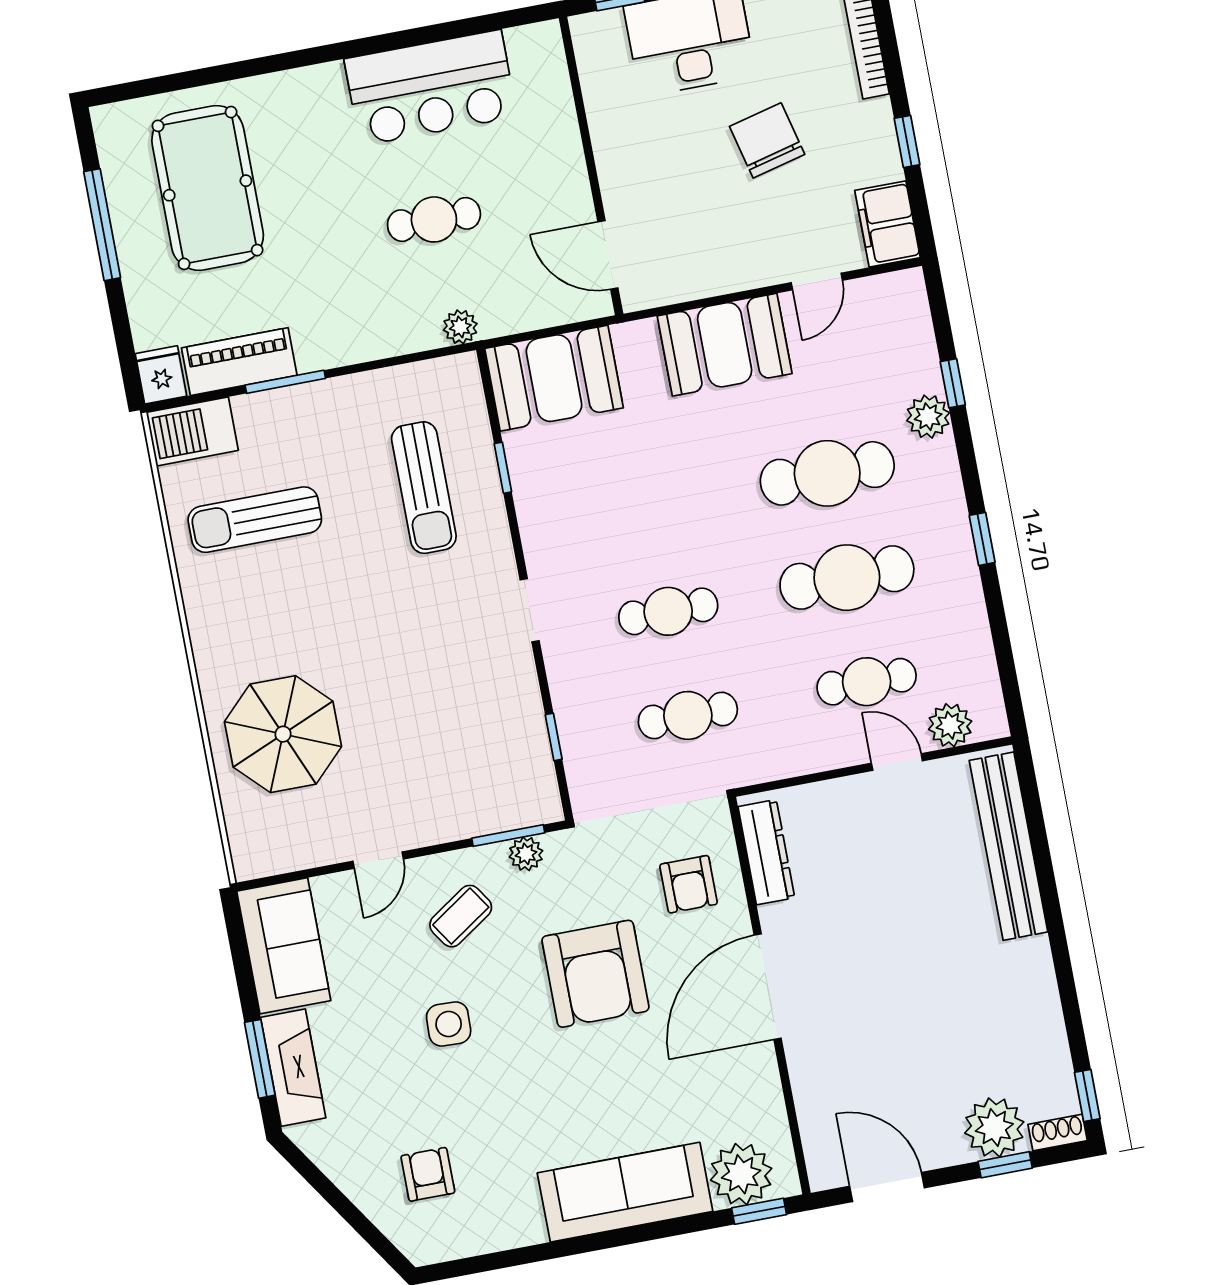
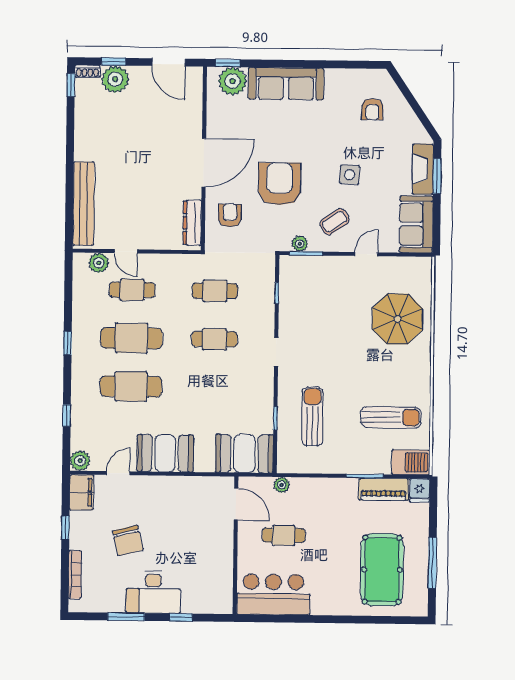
wall: (591, 166) -> (235, 545), moved
door: (608, 255) -> (236, 504), moved
plant: (928, 417) -> (80, 461), moved

